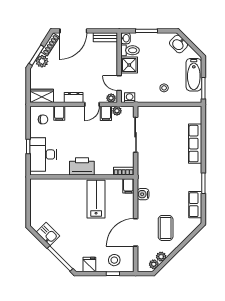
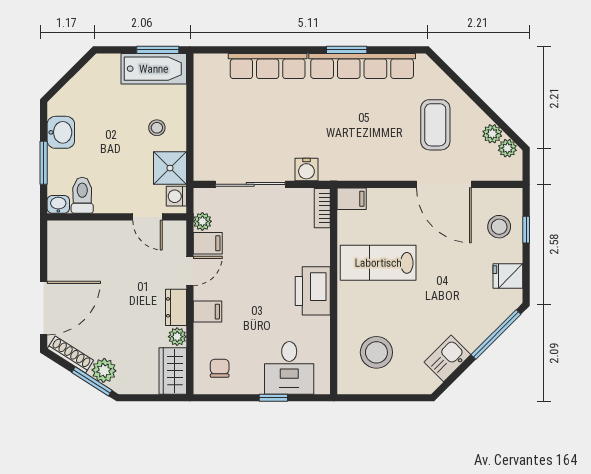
door: (73, 31) -> (44, 308), hinge flipped
bench: (105, 37) -> (56, 244), removed
washbasin: (179, 44) -> (61, 132), moved, turned -45
shower: (129, 65) -> (170, 168), moved
bathtub: (194, 75) -> (154, 69), moved
door: (119, 83) -> (148, 217), hinge flipped
plant: (111, 98) -> (177, 337), moved
door: (92, 104) -> (190, 271), hinge flipped
filing cabinet: (59, 113) -> (207, 312), moved
desk: (43, 154) -> (289, 368), width x0.73
water cooler: (143, 194) -> (306, 170), moved
stool: (51, 198) -> (376, 352), added
row of seats: (195, 205) -> (362, 66), width x2.02
coffee table: (166, 228) -> (435, 125), turned 90

